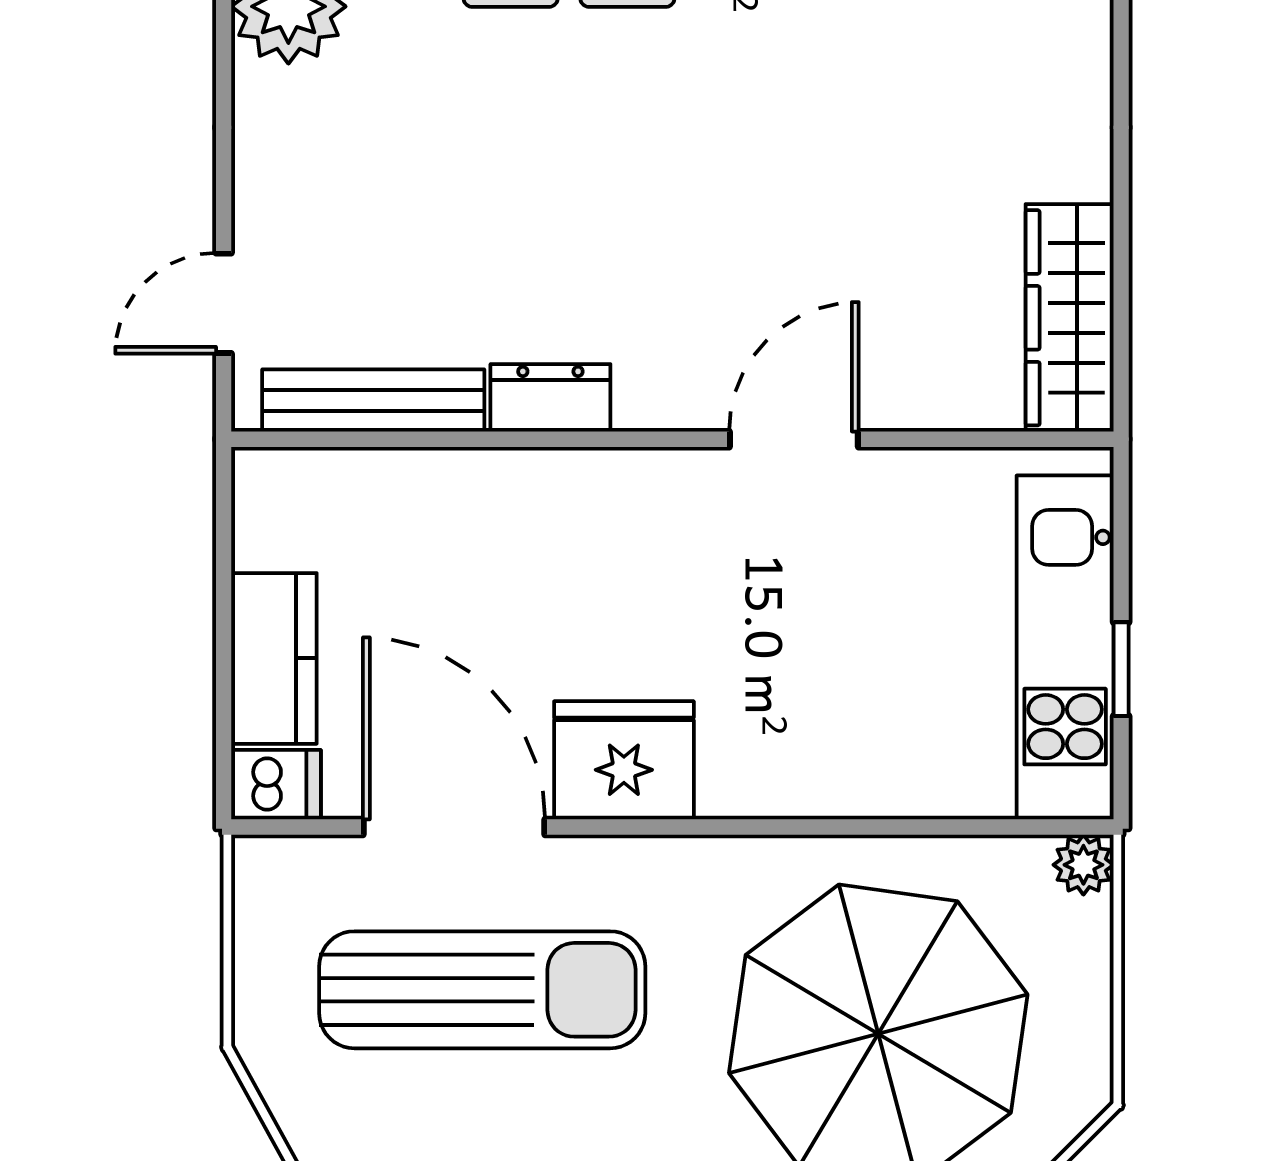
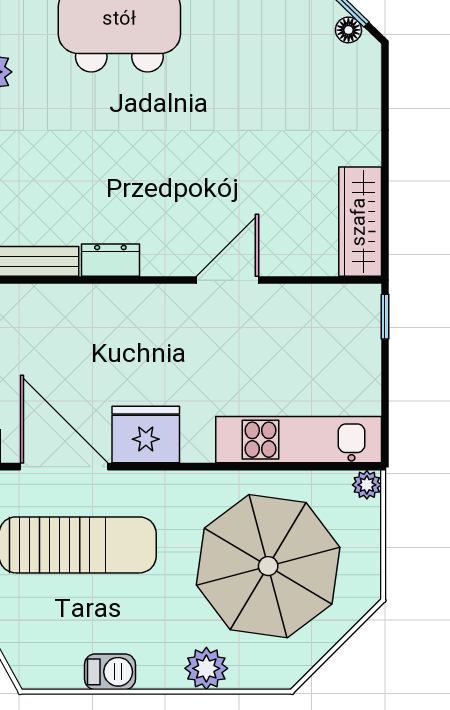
kitchen unit: (1065, 647) -> (299, 440), moved, turned 90
window: (1121, 669) -> (385, 317), moved

